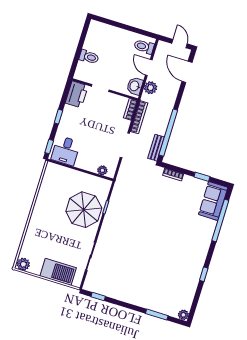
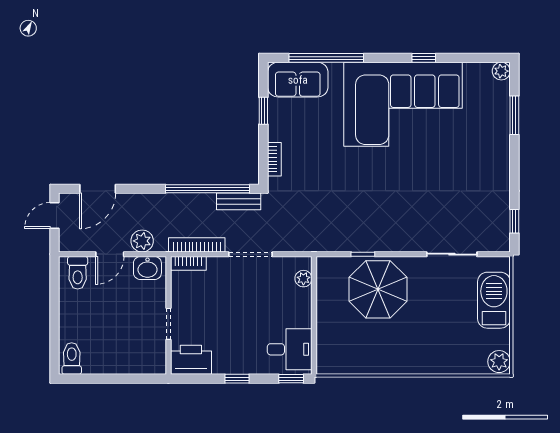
toilet: (89, 57) -> (72, 359), moved
corner sofa: (182, 255) -> (403, 104), added

